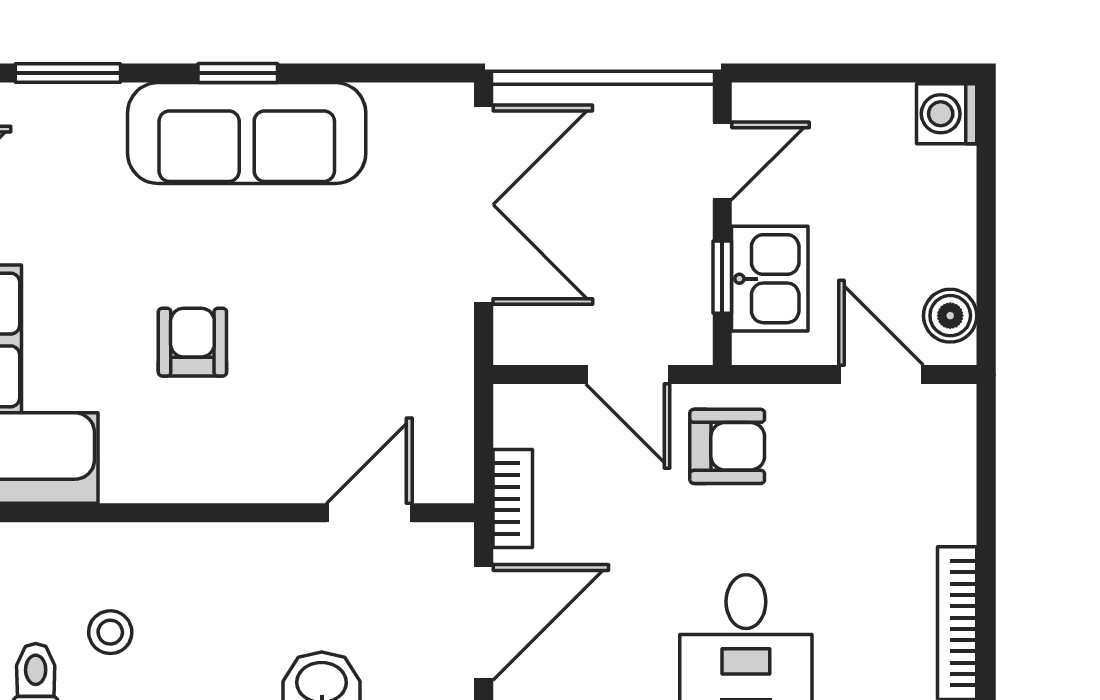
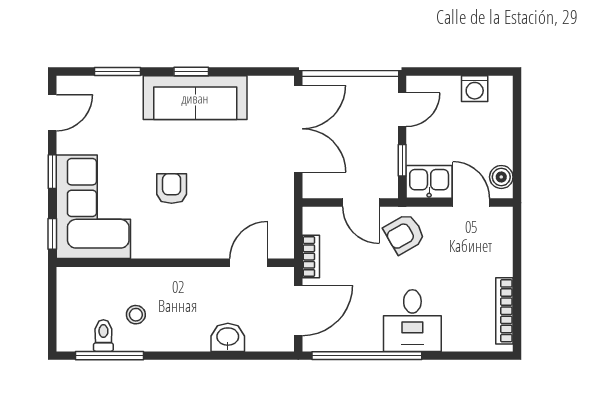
washing machine: (947, 114) -> (475, 89), moved, turned -90
kitchen sink: (770, 279) -> (429, 182), moved, turned -90
armchair: (727, 446) -> (404, 234), turned 150

